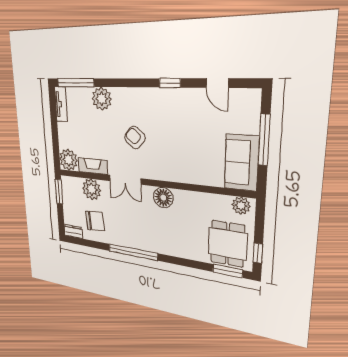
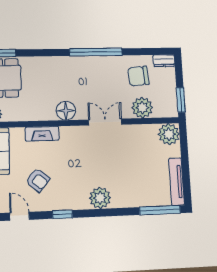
plant: (102, 99) -> (100, 198), moved
tv unit: (61, 104) -> (176, 182), width x1.41
armchair: (135, 138) -> (38, 180), moved
fireplace: (93, 166) -> (42, 134), moved

